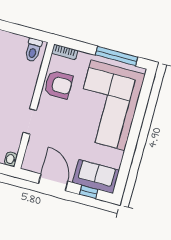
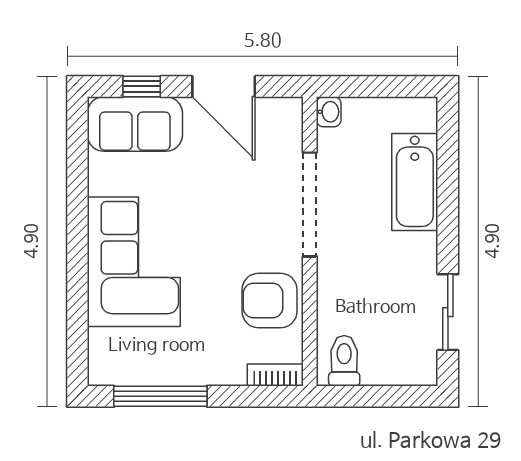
corner sofa: (108, 105) -> (134, 262), width x0.73, depth x0.74
doorway: (30, 121) -> (310, 204), width x1.88

